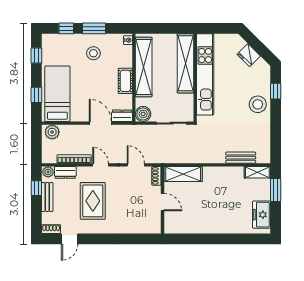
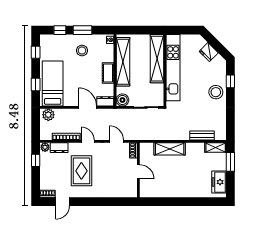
shelving: (183, 174) -> (170, 149), moved
bench: (47, 197) -> (44, 168), removed

